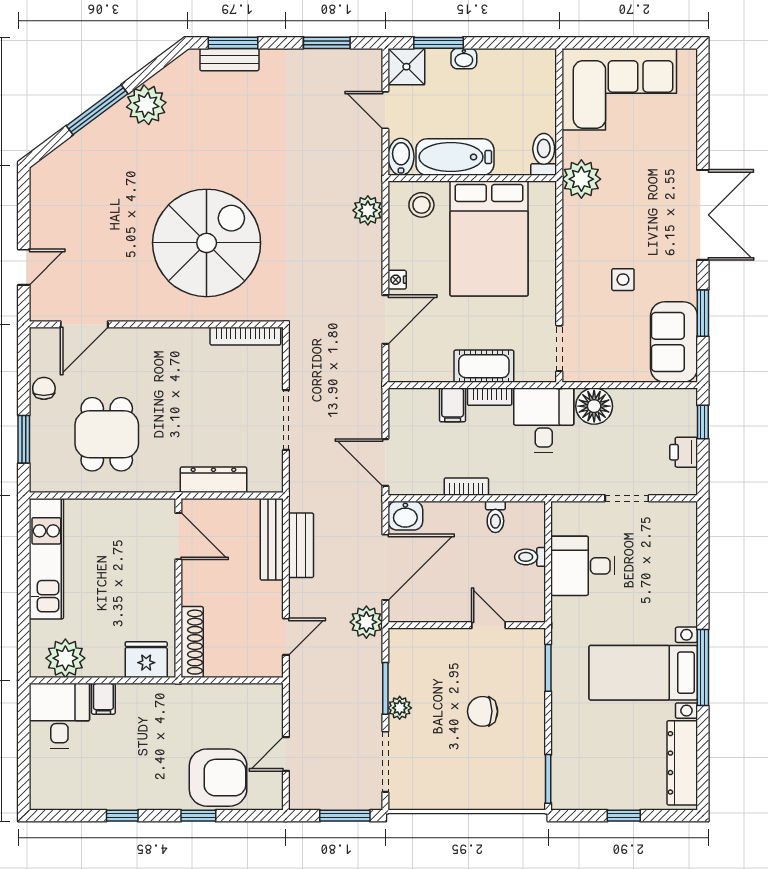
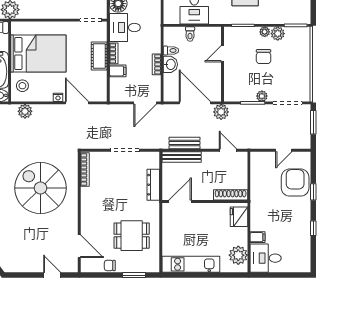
washbasin: (405, 516) -> (170, 64), moved
plant: (535, 714) -> (265, 32), added
plant: (531, 741) -> (278, 34), added
door: (286, 754) -> (284, 150), hinge flipped

